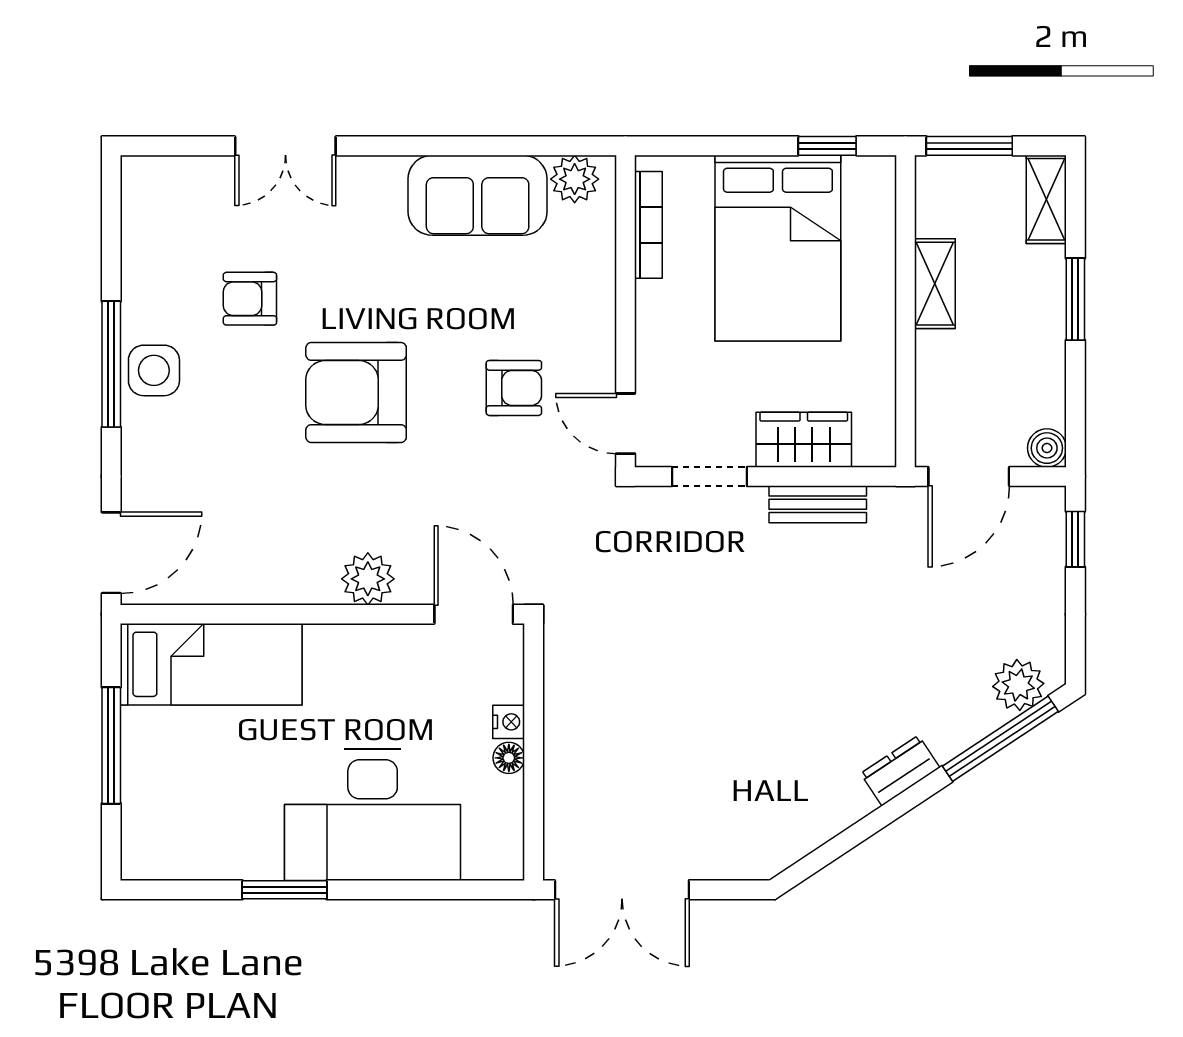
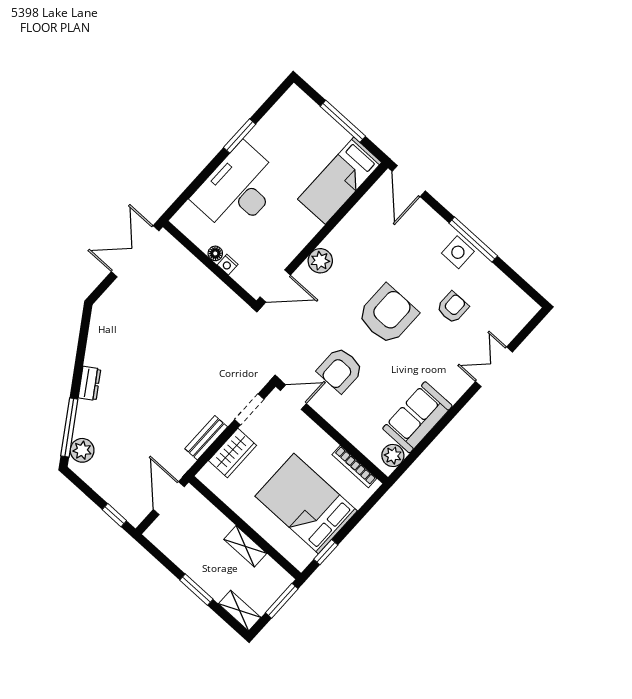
armchair: (514, 388) -> (340, 370), width x1.38, depth x1.38
boiler: (1047, 448) -> (154, 534), removed

